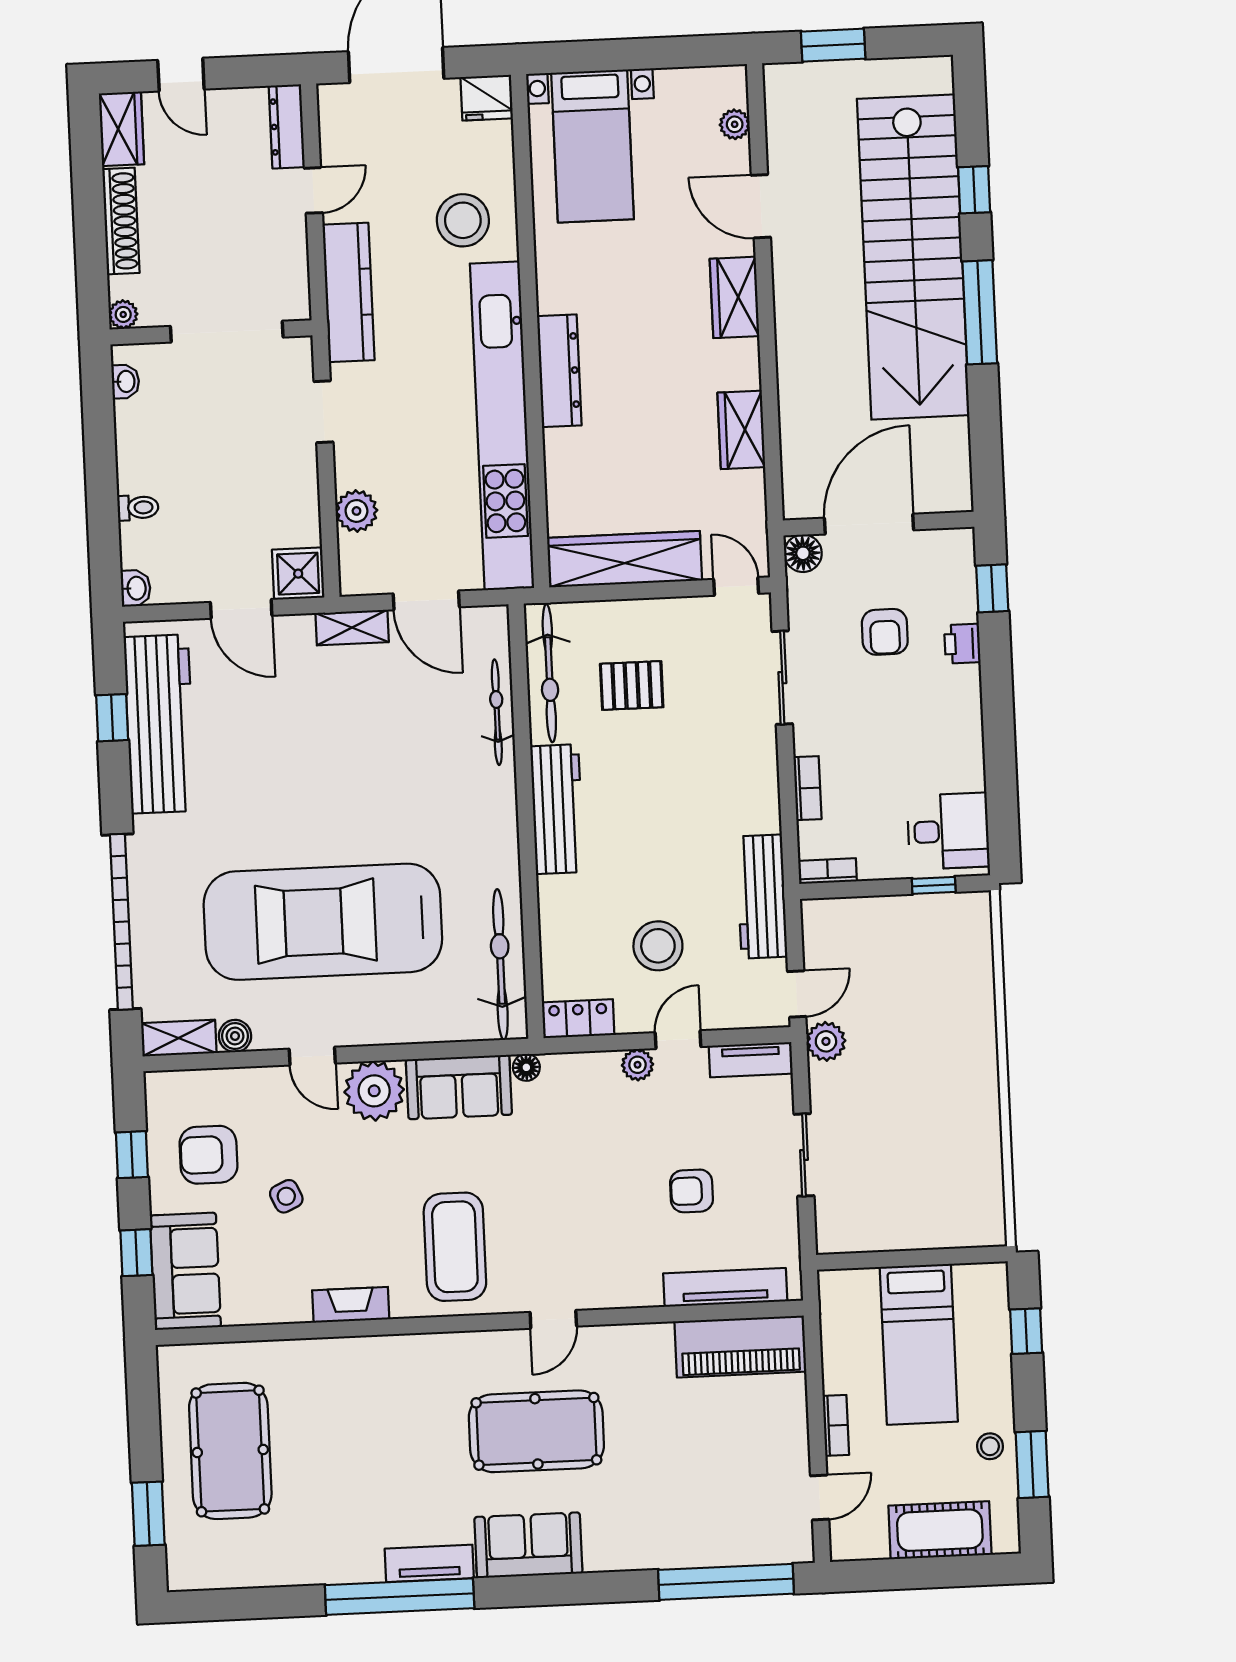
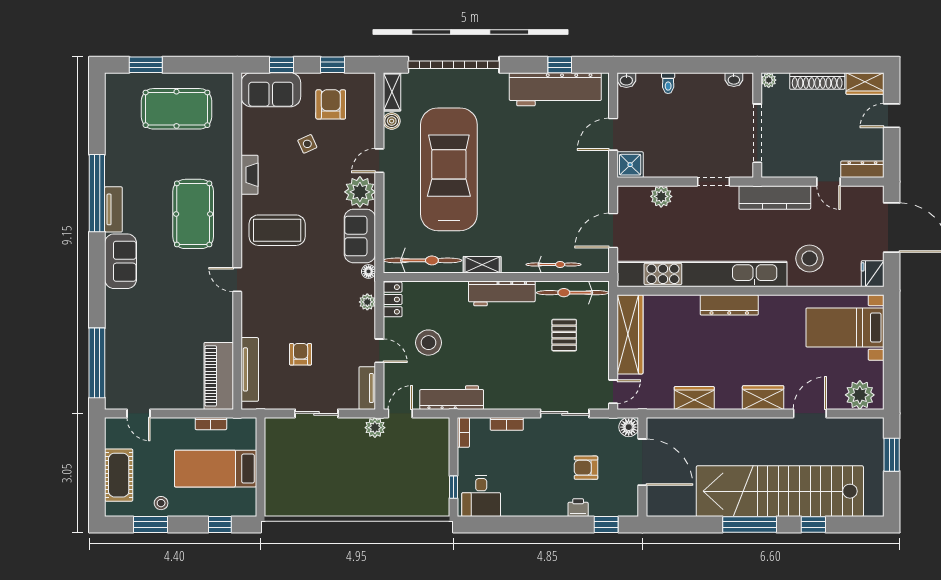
plant: (735, 124) -> (860, 395), width x1.87, depth x1.87
shelving: (352, 628) -> (482, 265), moved, turned 90
door: (797, 994) -> (400, 413), swing flipped
plant: (638, 1065) -> (367, 302), moved
bookcase: (836, 1425) -> (211, 424), moved
pool table: (536, 1431) -> (193, 214), moved

